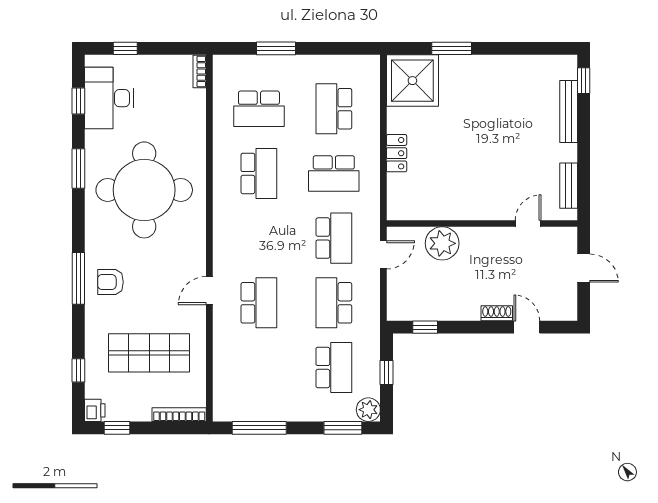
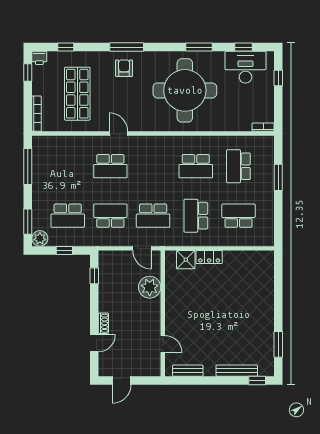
window: (452, 48) -> (278, 344), moved
shower: (412, 81) -> (186, 260), moved, width x0.54, depth x0.54
door: (584, 268) -> (122, 381), moved

